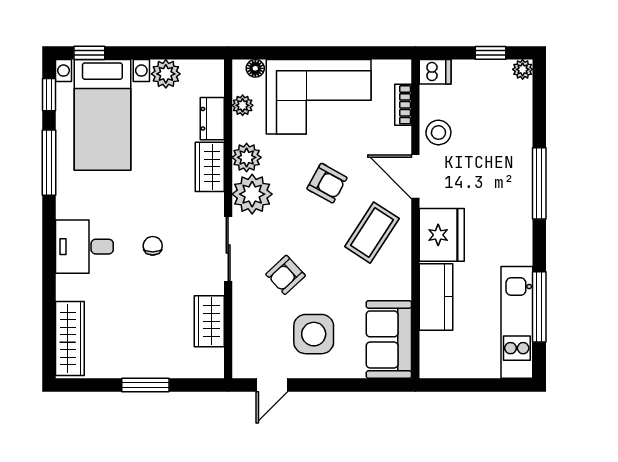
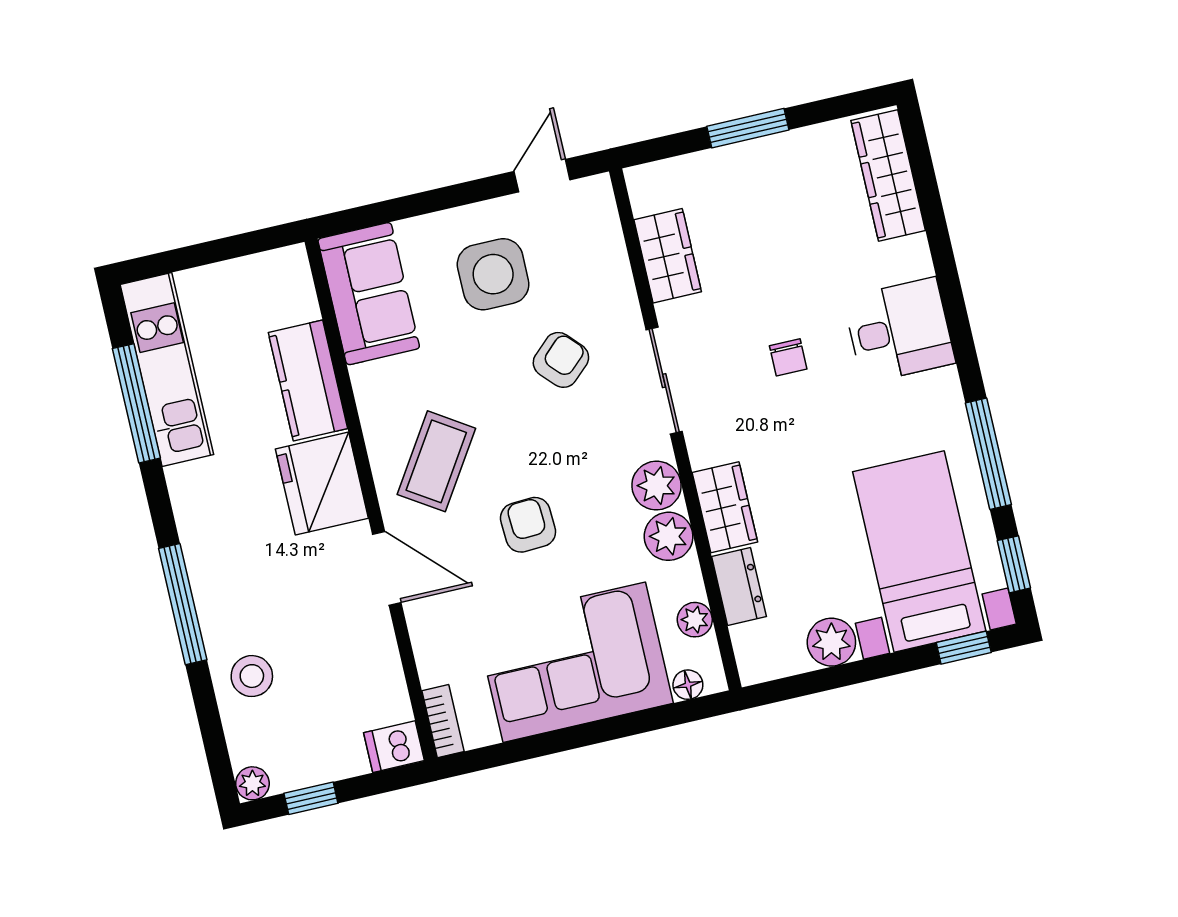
bookcase: (403, 105) -> (443, 721), moved
stool: (438, 132) -> (252, 676), moved
armchair: (327, 183) -> (528, 525), turned 58
plant: (252, 194) -> (657, 486), width x0.73, depth x0.73

